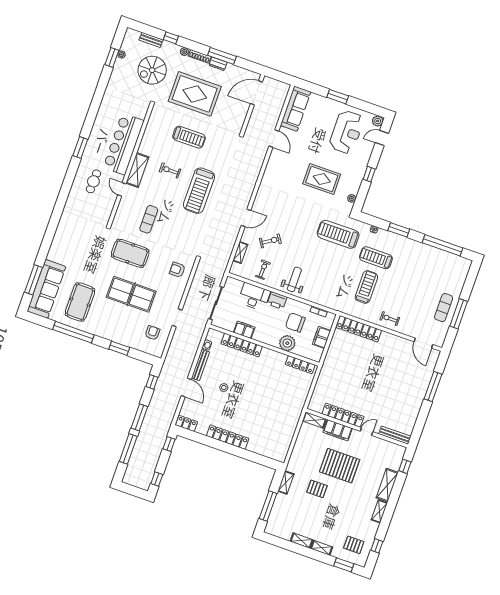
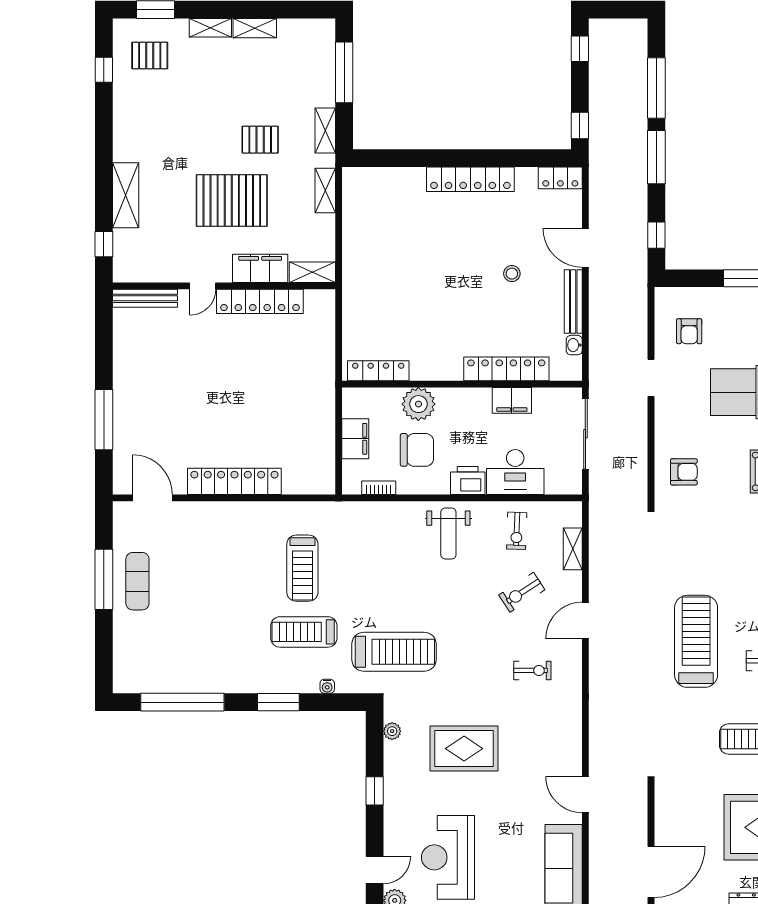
treadmill: (376, 258) -> (304, 632), turned 180
exercise bike: (390, 319) -> (532, 670), moved
locker: (359, 329) -> (234, 481), moved
shelving: (379, 511) -> (325, 190), moved

